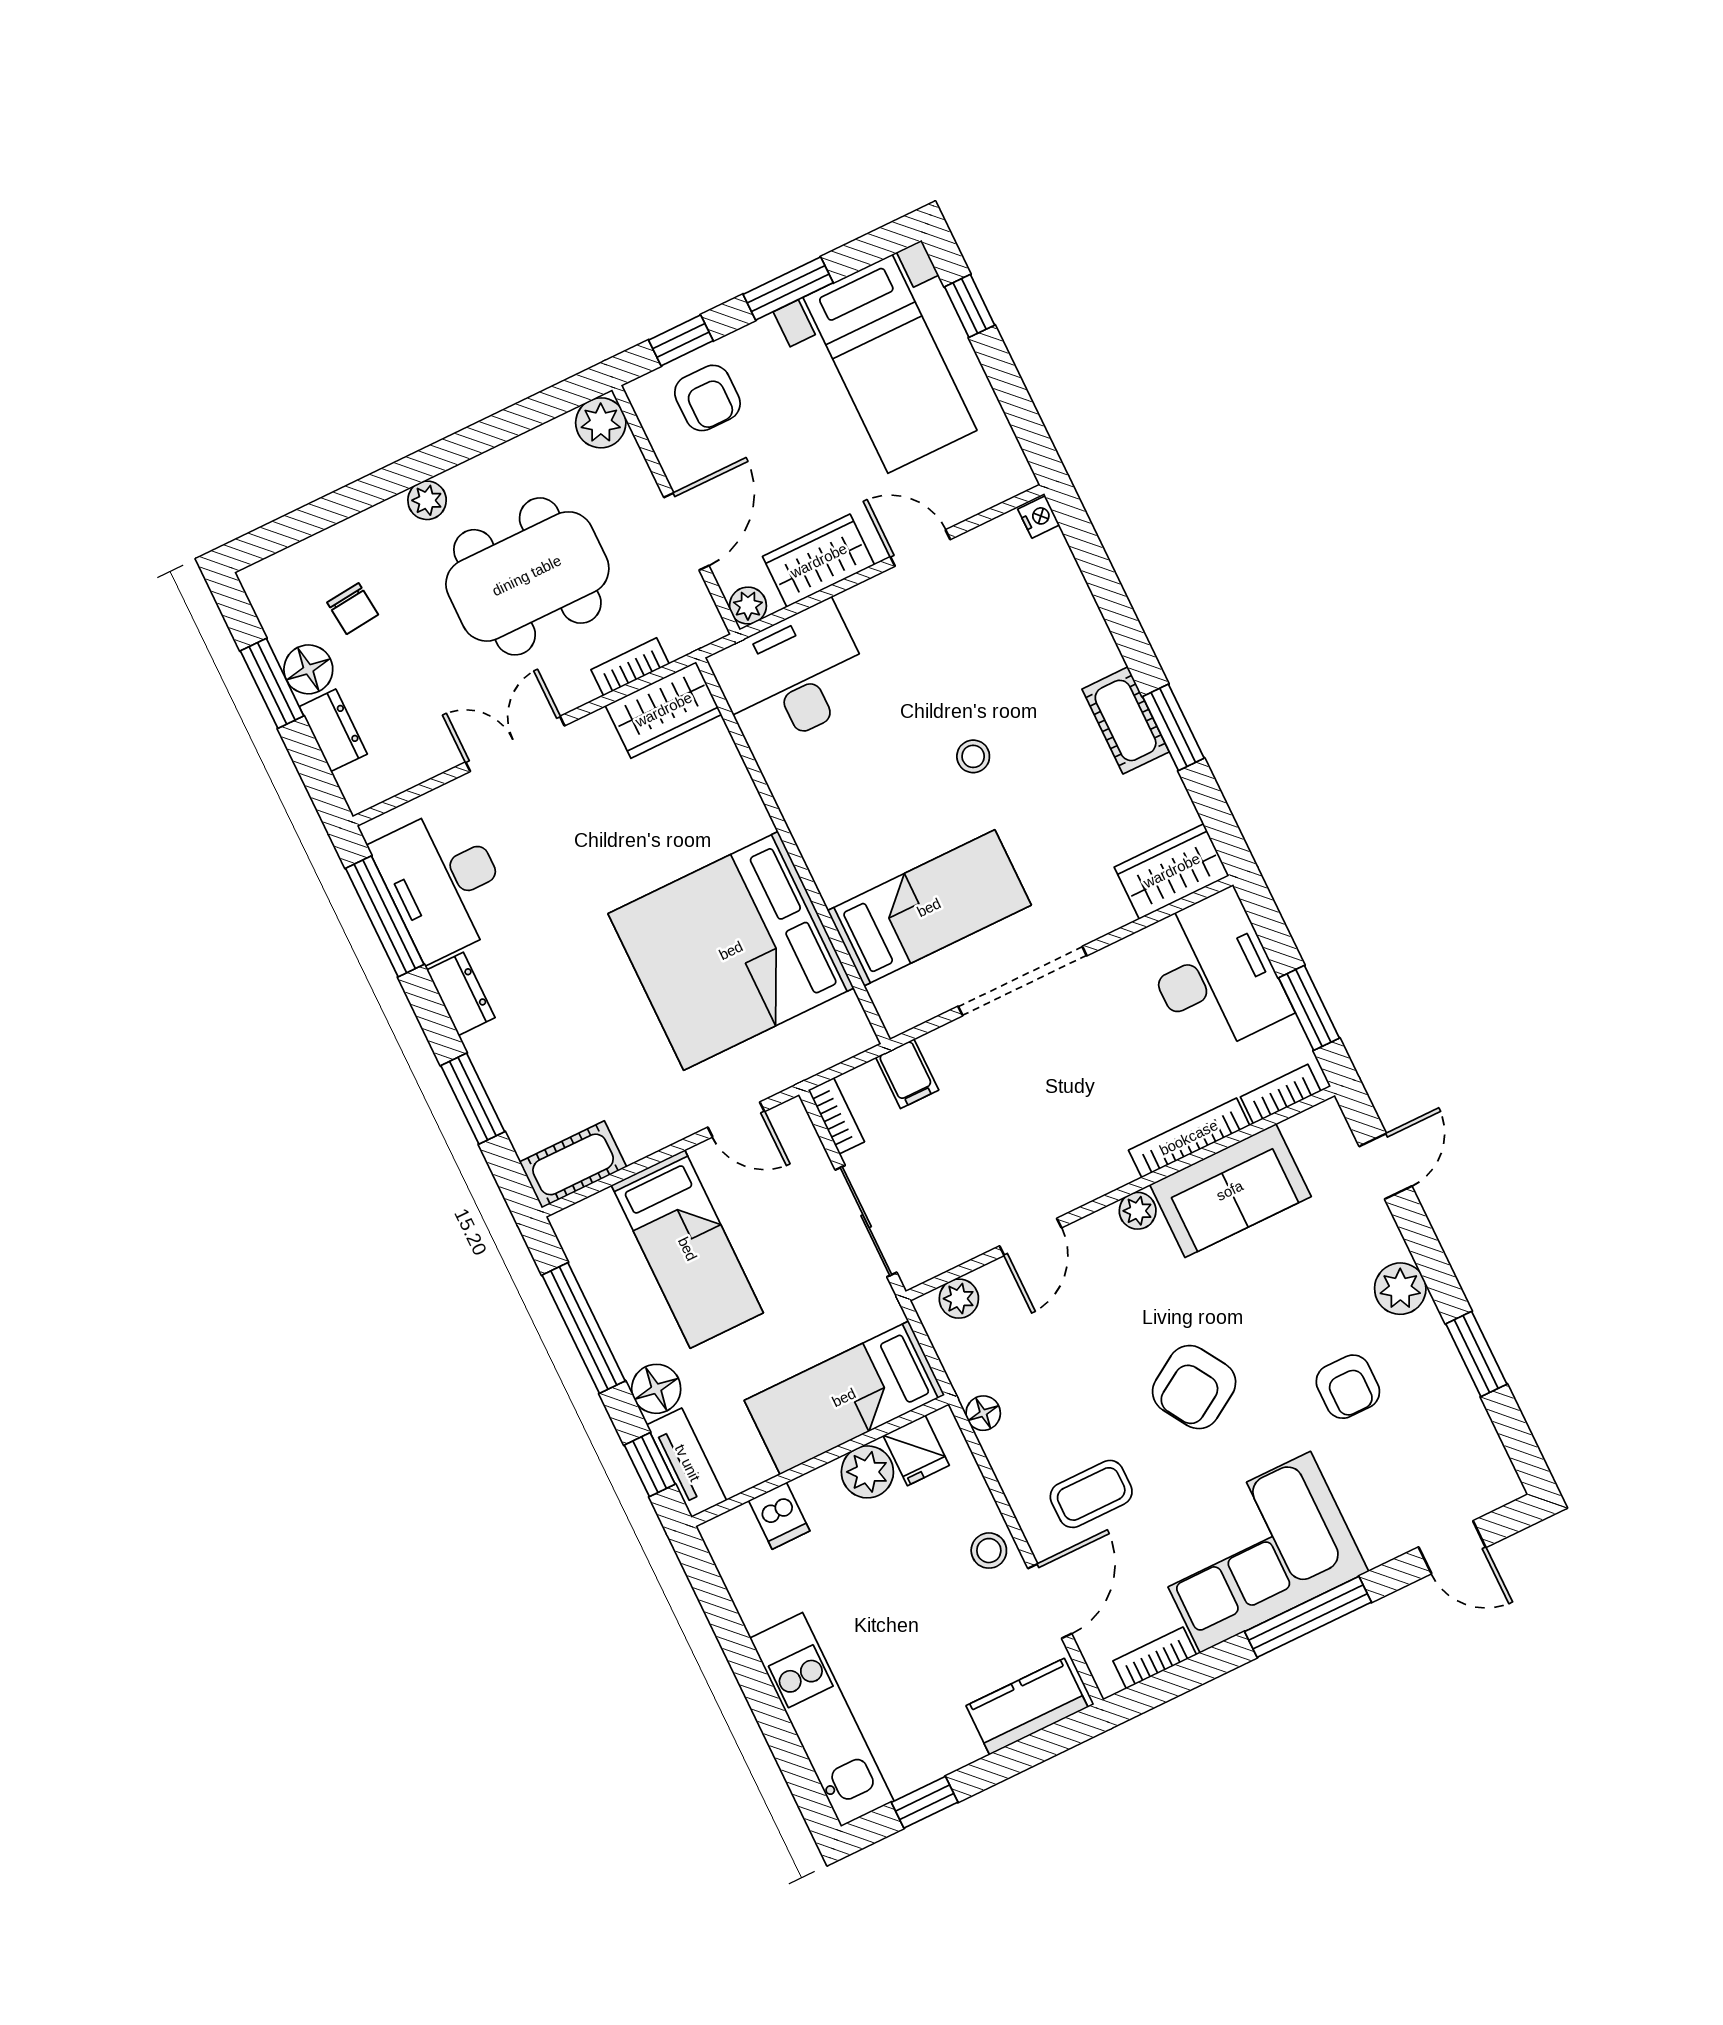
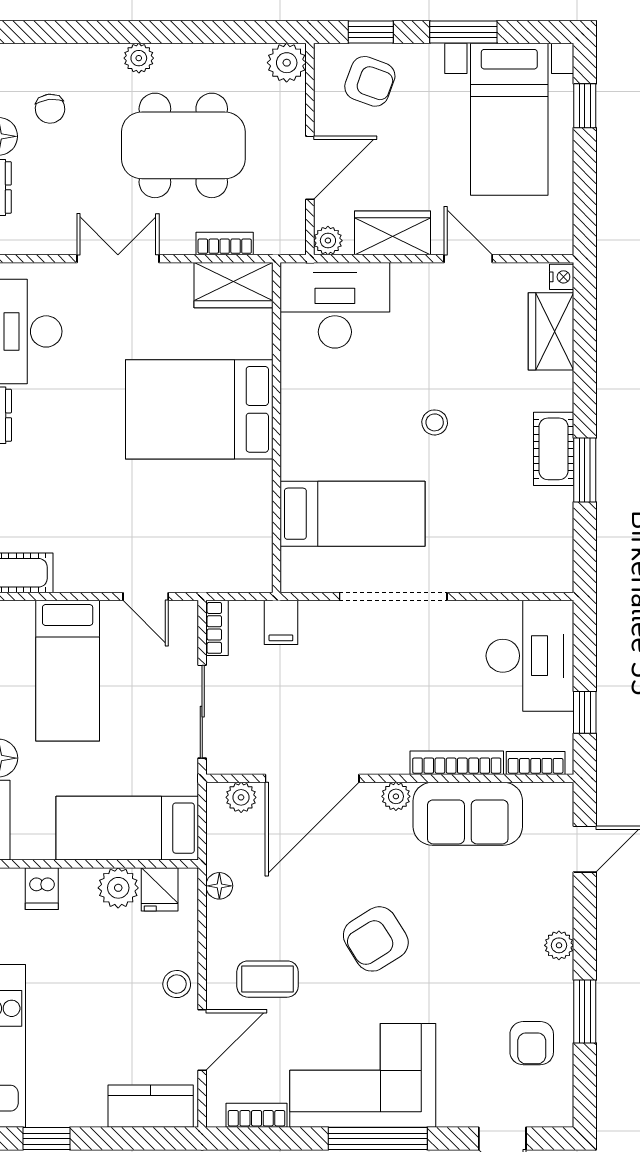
armchair: (707, 398) -> (370, 81), turned -70
wardrobe: (1172, 871) -> (551, 331), moved, turned -90
bed: (731, 951) -> (199, 409), moved, width x0.73
window: (1309, 1008) -> (585, 712), width x0.67
door: (1030, 1237) -> (312, 778), width x1.87
plant: (1400, 1289) -> (559, 945), width x0.73, depth x0.73
armchair: (1348, 1387) -> (532, 1043), moved

